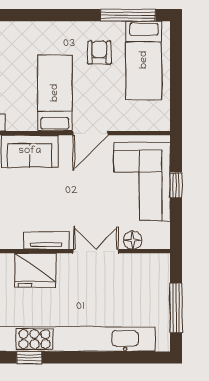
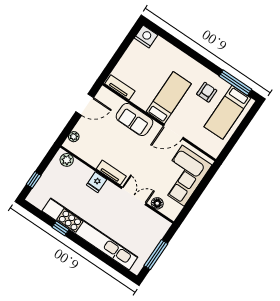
window: (176, 185) -> (200, 190), removed
fridge: (35, 270) -> (97, 182), width x0.53, depth x0.75

